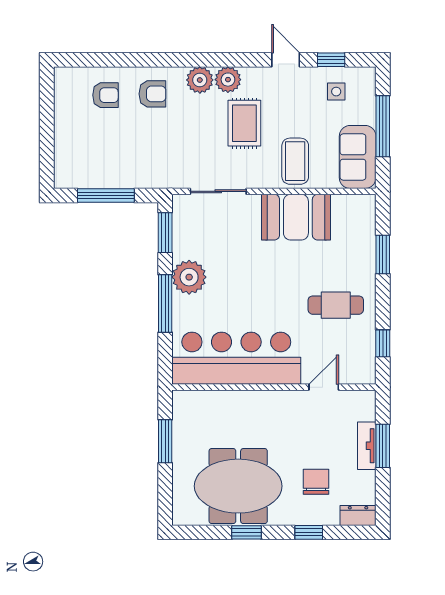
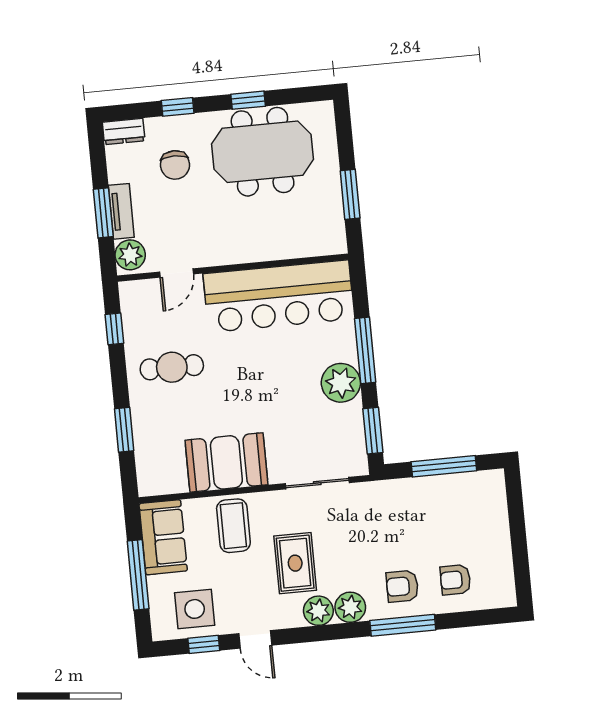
window: (155, 60) -> (403, 625), added
side table: (336, 92) -> (195, 609), width x1.87, depth x1.87
plant: (363, 407) -> (130, 255), added

